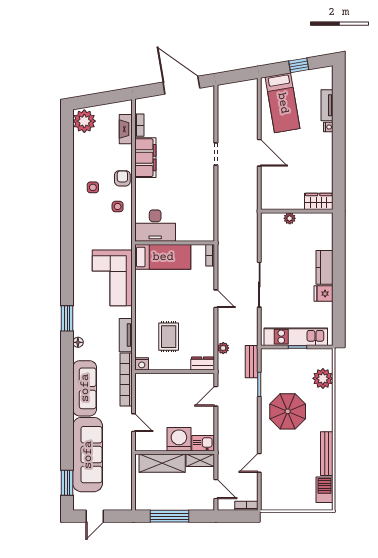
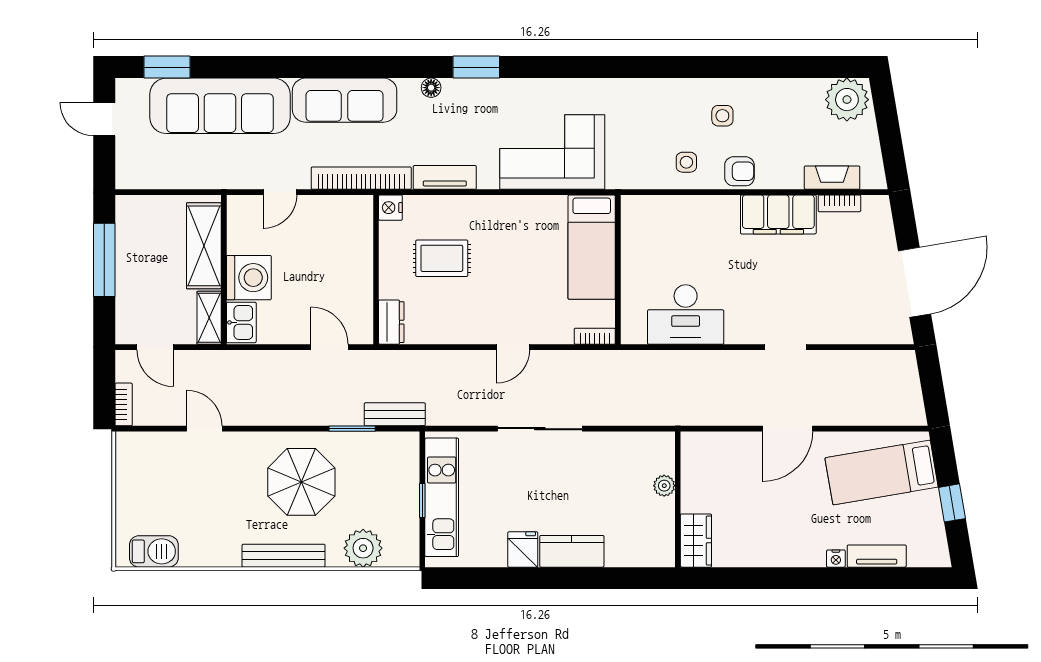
desk: (155, 226) -> (686, 315), moved, turned -90
plant: (223, 348) -> (420, 361), removed
bench: (327, 454) -> (284, 556), moved
door: (216, 489) -> (155, 347), hinge flipped

